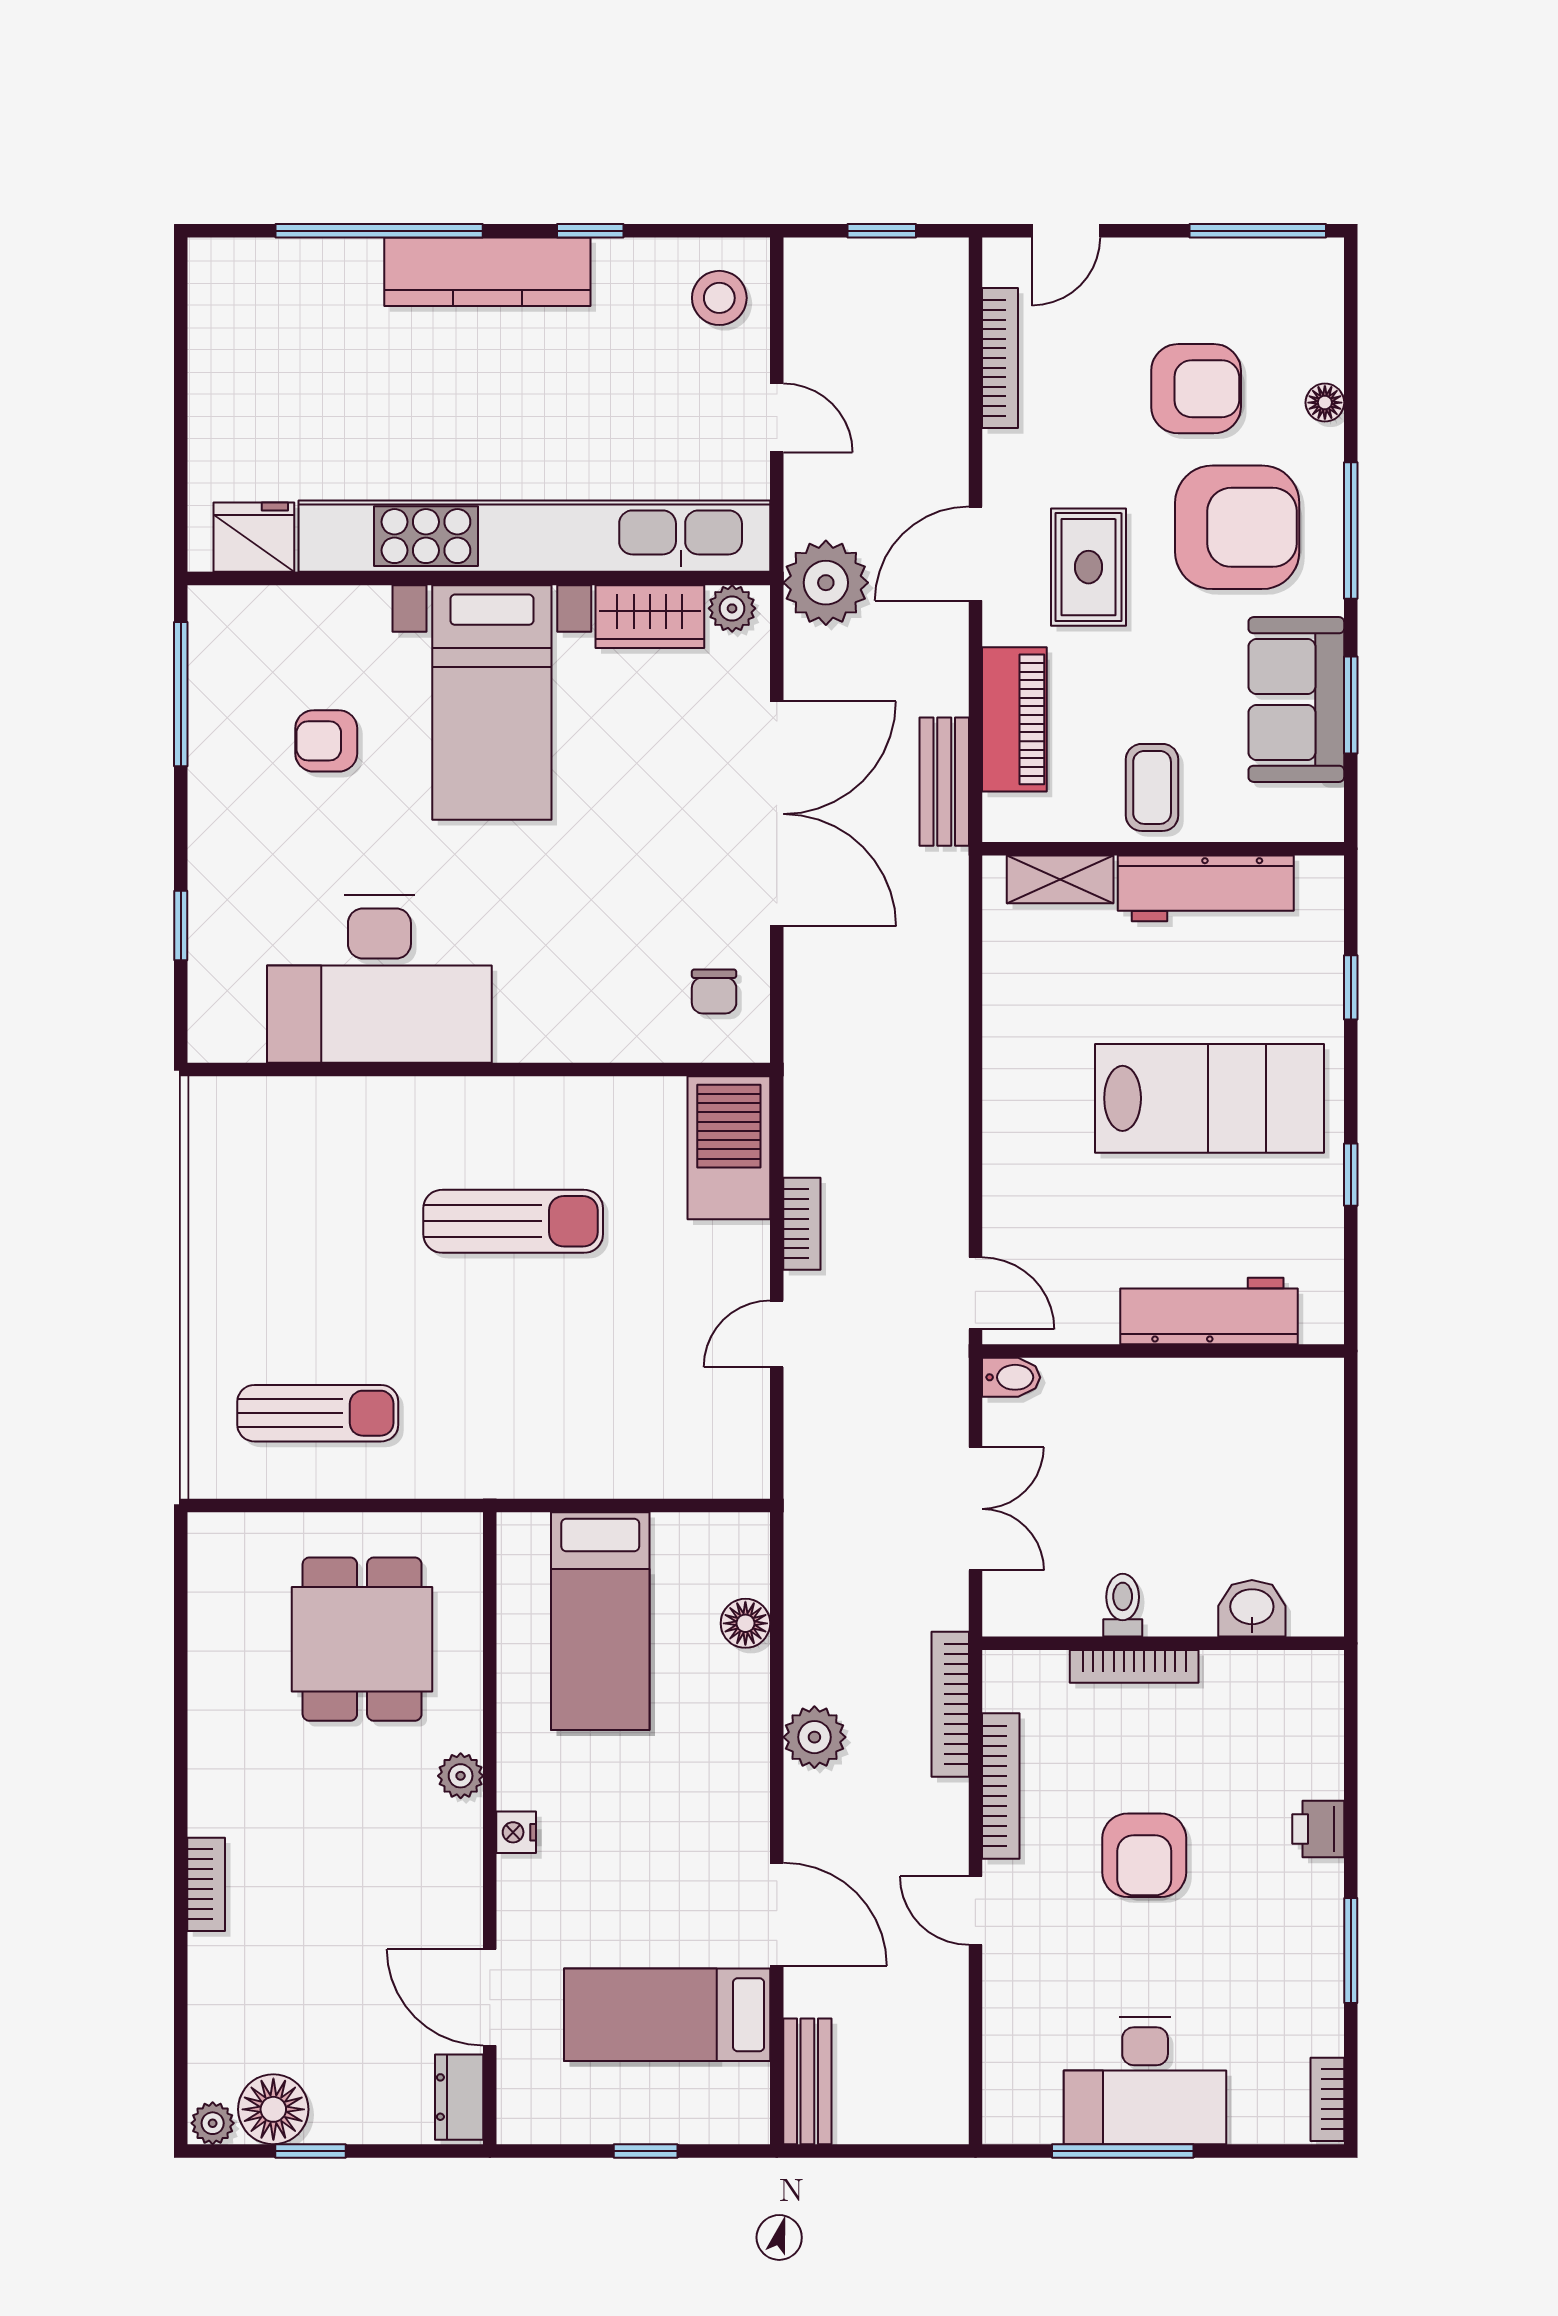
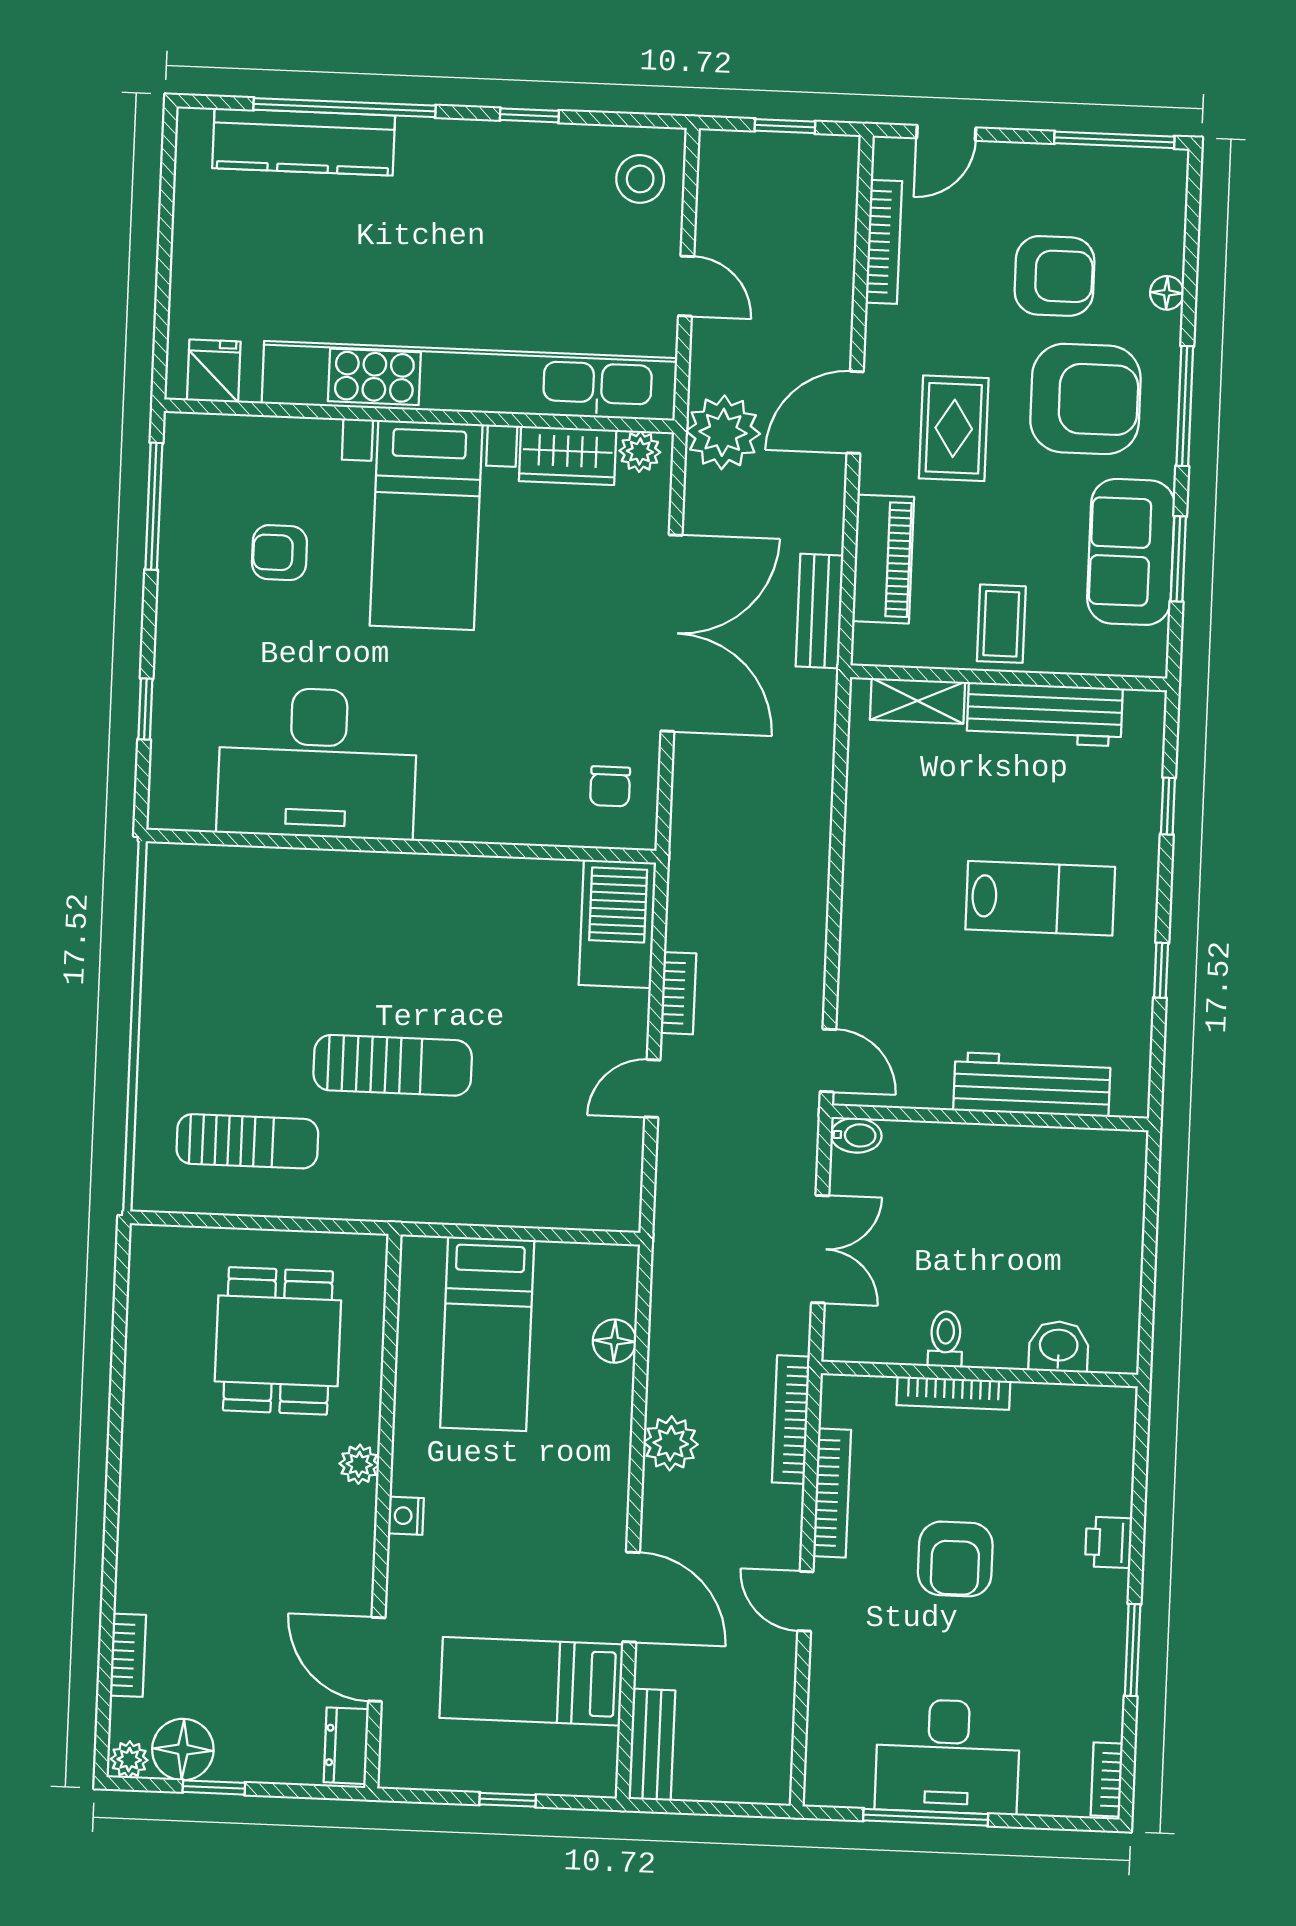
kitchen counter: (487, 272) -> (304, 142), moved
fridge: (254, 537) -> (214, 371), width x0.72
lab bench: (1210, 1098) -> (1040, 898), width x0.73, depth x0.72
sun lounger: (513, 1221) -> (393, 1065), moved
bookcase: (206, 1884) -> (128, 1655), moved

